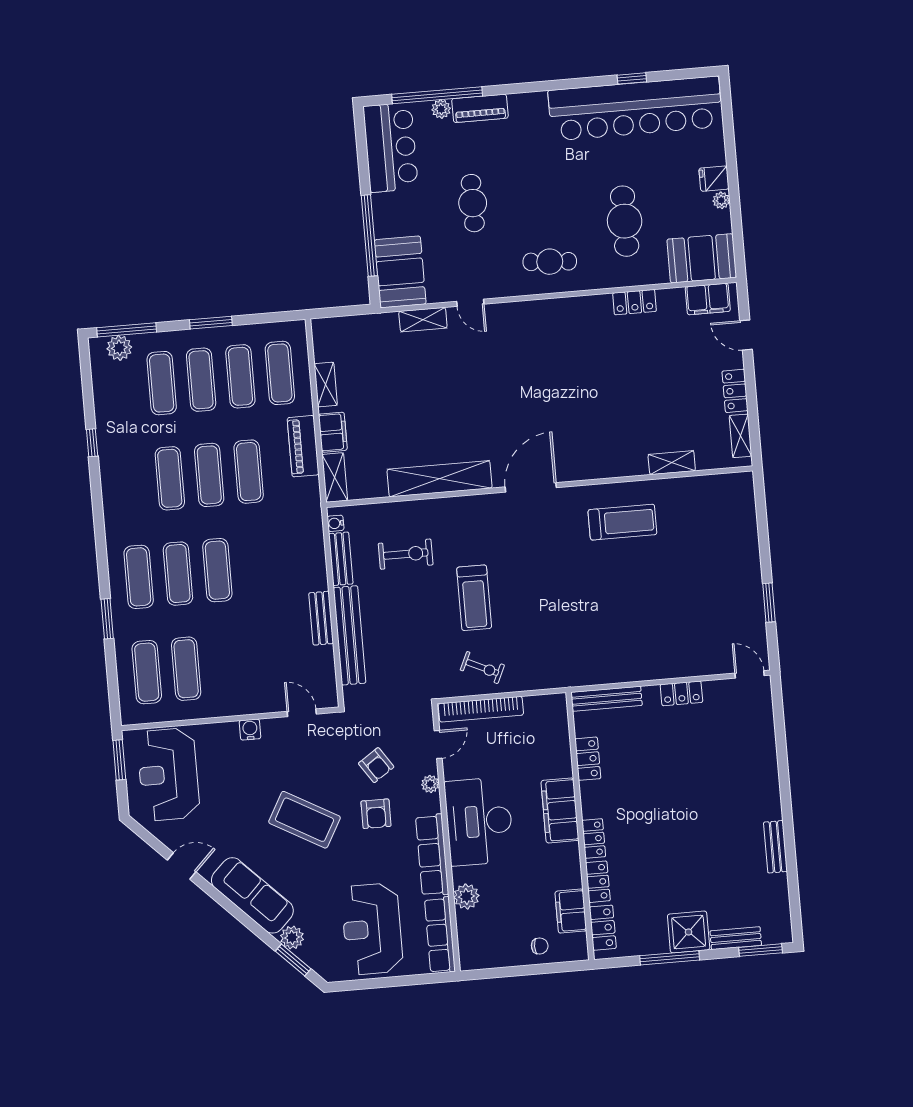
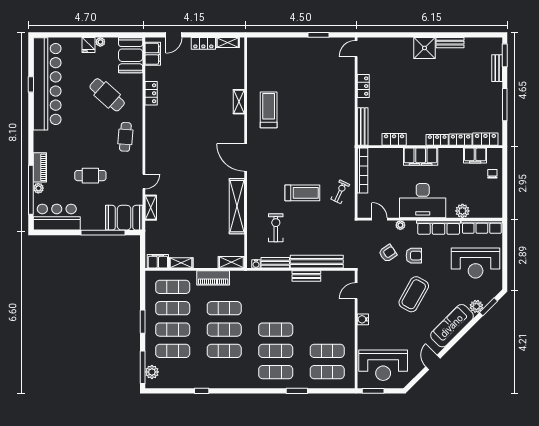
cafe table: (625, 221) -> (107, 95), turned 42
filing cabinet: (333, 432) -> (158, 261), moved
shelving: (672, 463) -> (239, 102), moved
bookcase: (481, 709) -> (363, 170), moved
shower: (689, 932) -> (425, 48), moved

